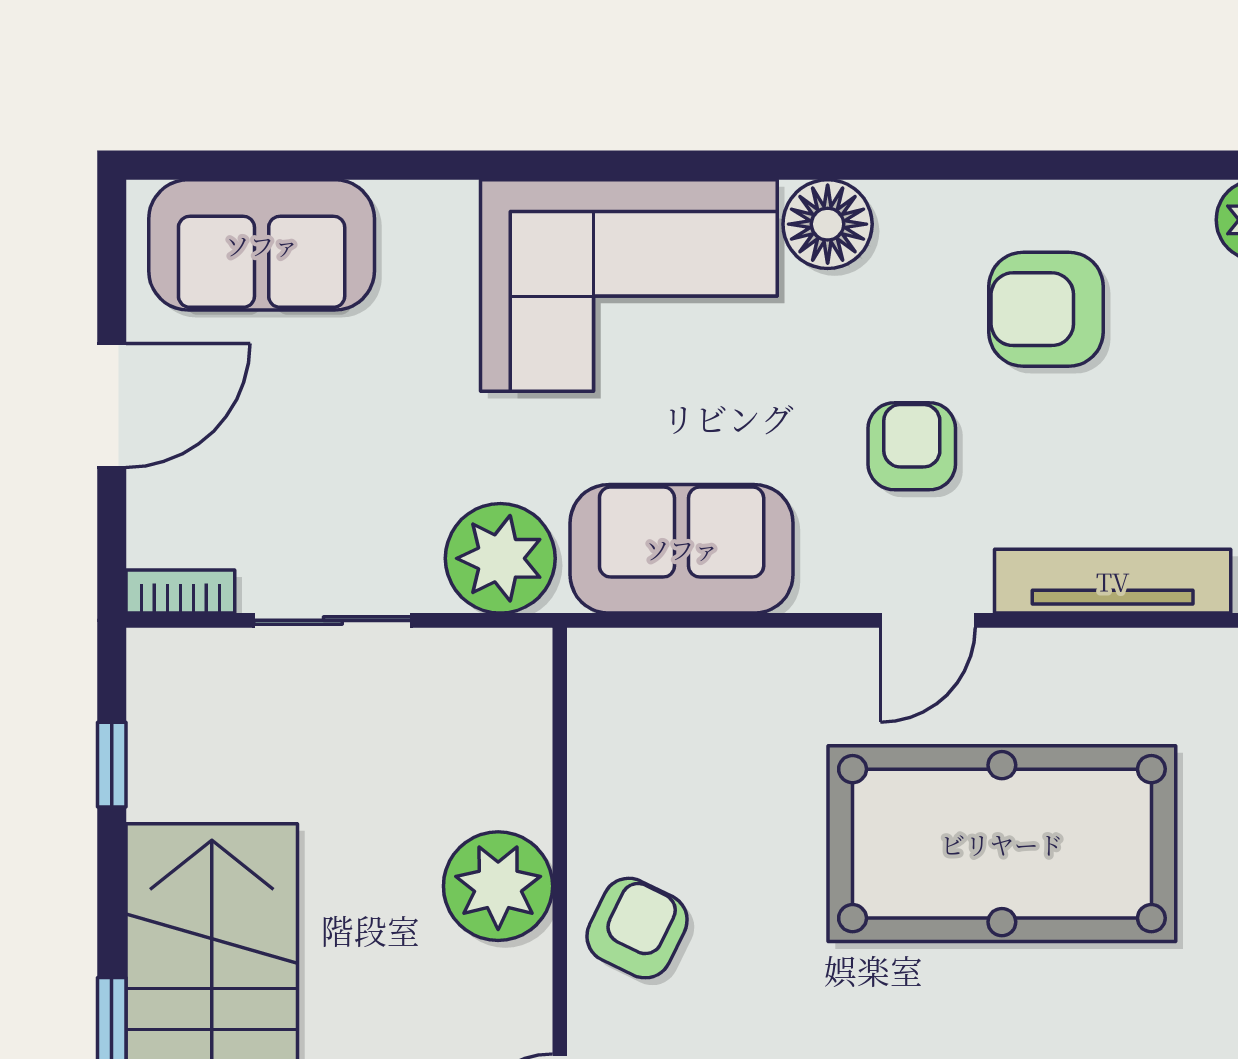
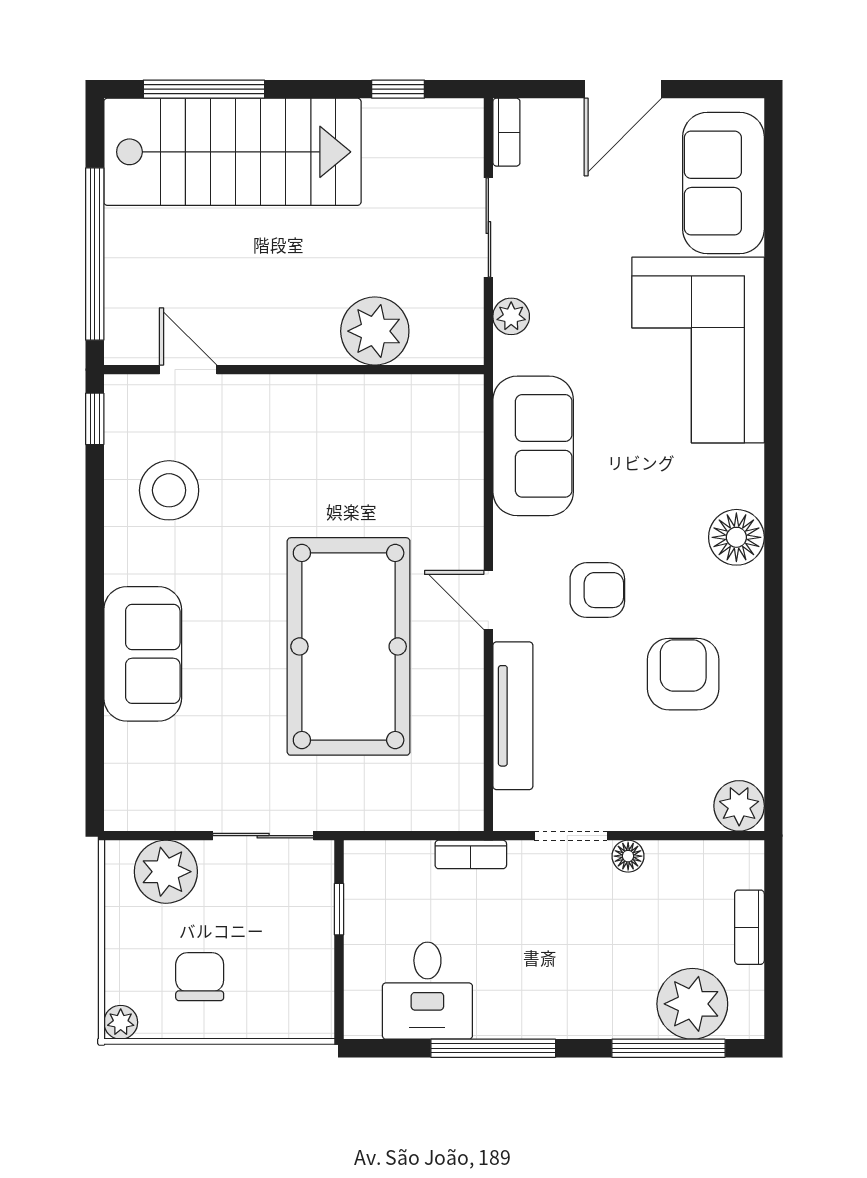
corner sofa: (629, 285) -> (698, 350), moved
door: (112, 405) -> (623, 89), hinge flipped
plant: (500, 558) -> (511, 316), width x0.53, depth x0.53
plant: (498, 886) -> (375, 331), moved
armchair: (637, 928) -> (296, 418), removed

